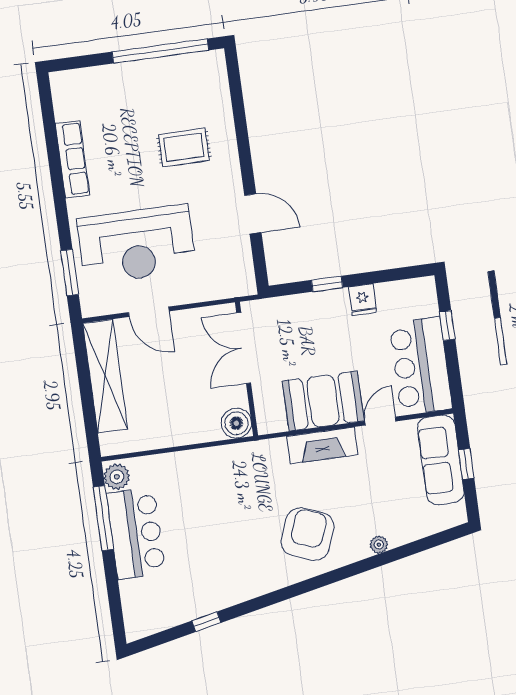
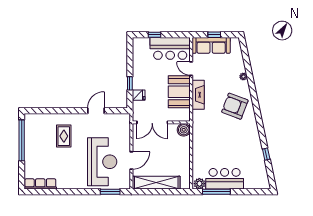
row of seats: (72, 159) -> (40, 184), moved
fridge: (363, 300) -> (139, 95), moved

